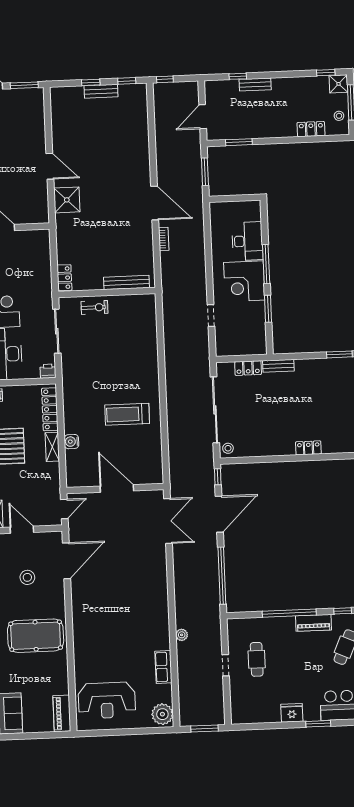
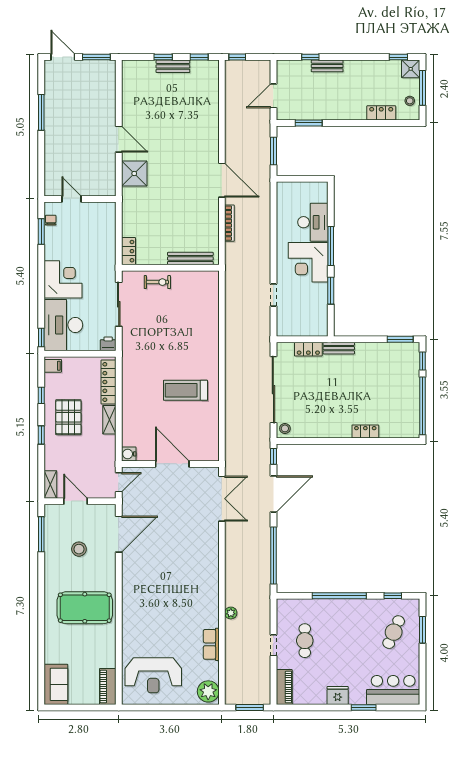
bookcase: (164, 239) -> (229, 223), width x1.56
water cooler: (71, 442) -> (129, 454), moved
piano: (313, 623) -> (284, 687), moved, turned -90

